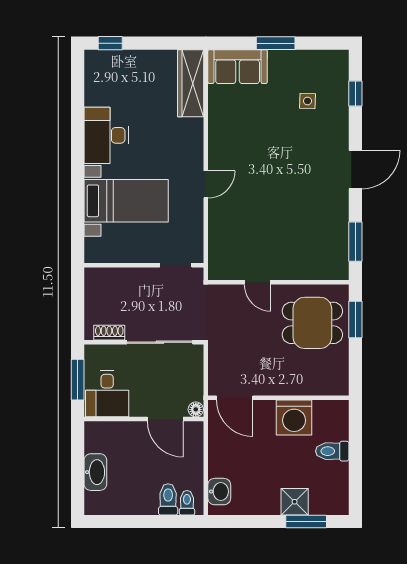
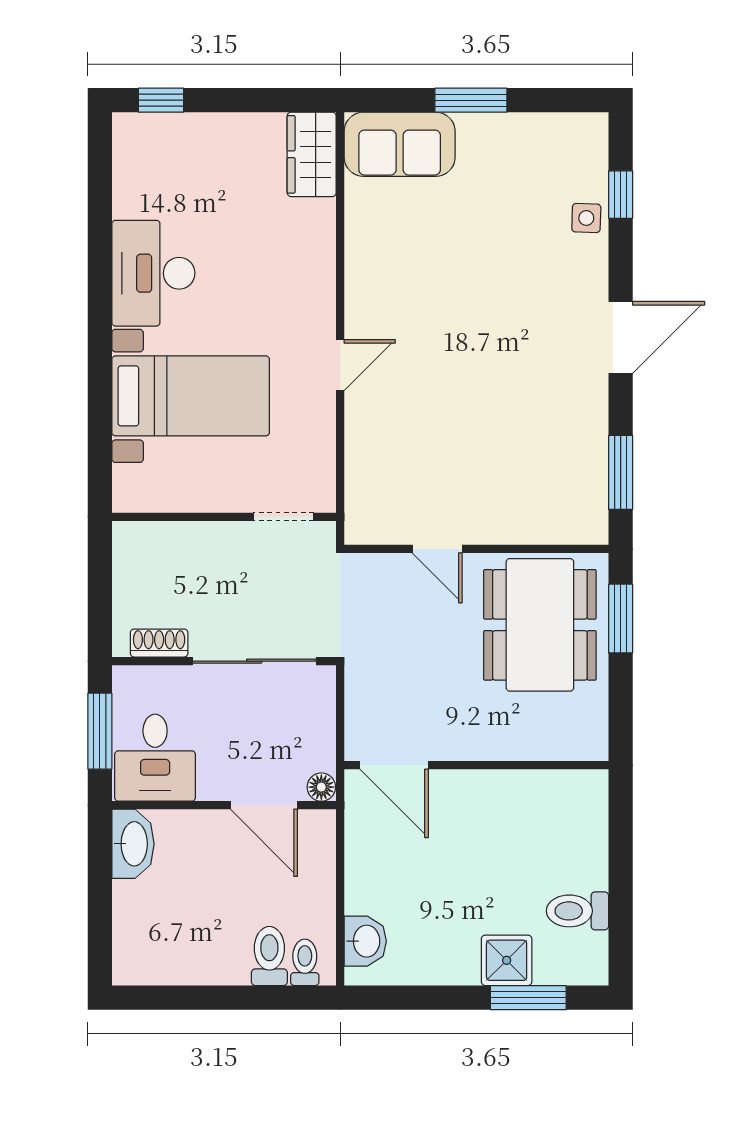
wardrobe: (191, 83) -> (312, 154), width x0.67
side table: (308, 101) -> (586, 218), moved
dining table: (312, 323) -> (540, 625), width x1.38
washing machine: (294, 417) -> (506, 802), removed
toilet: (332, 451) -> (577, 911), moved
washbasin: (95, 472) -> (133, 844), moved

